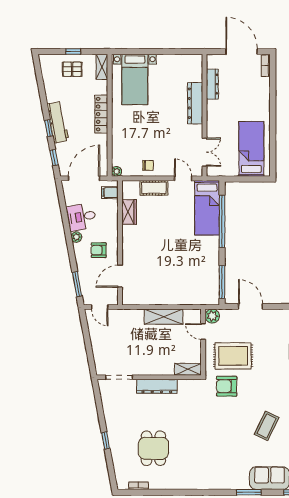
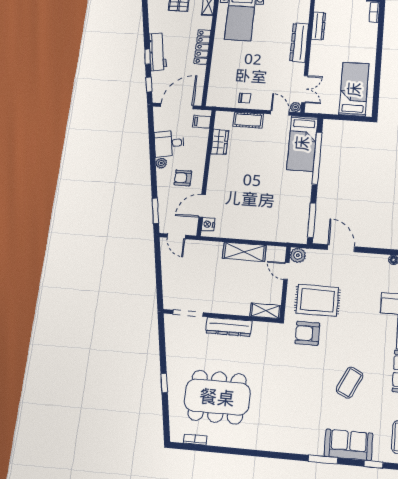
plant: (117, 171) -> (296, 107), moved
nightstand: (128, 293) -> (208, 224), added
dining table: (153, 448) -> (217, 397), width x1.88, depth x1.24

